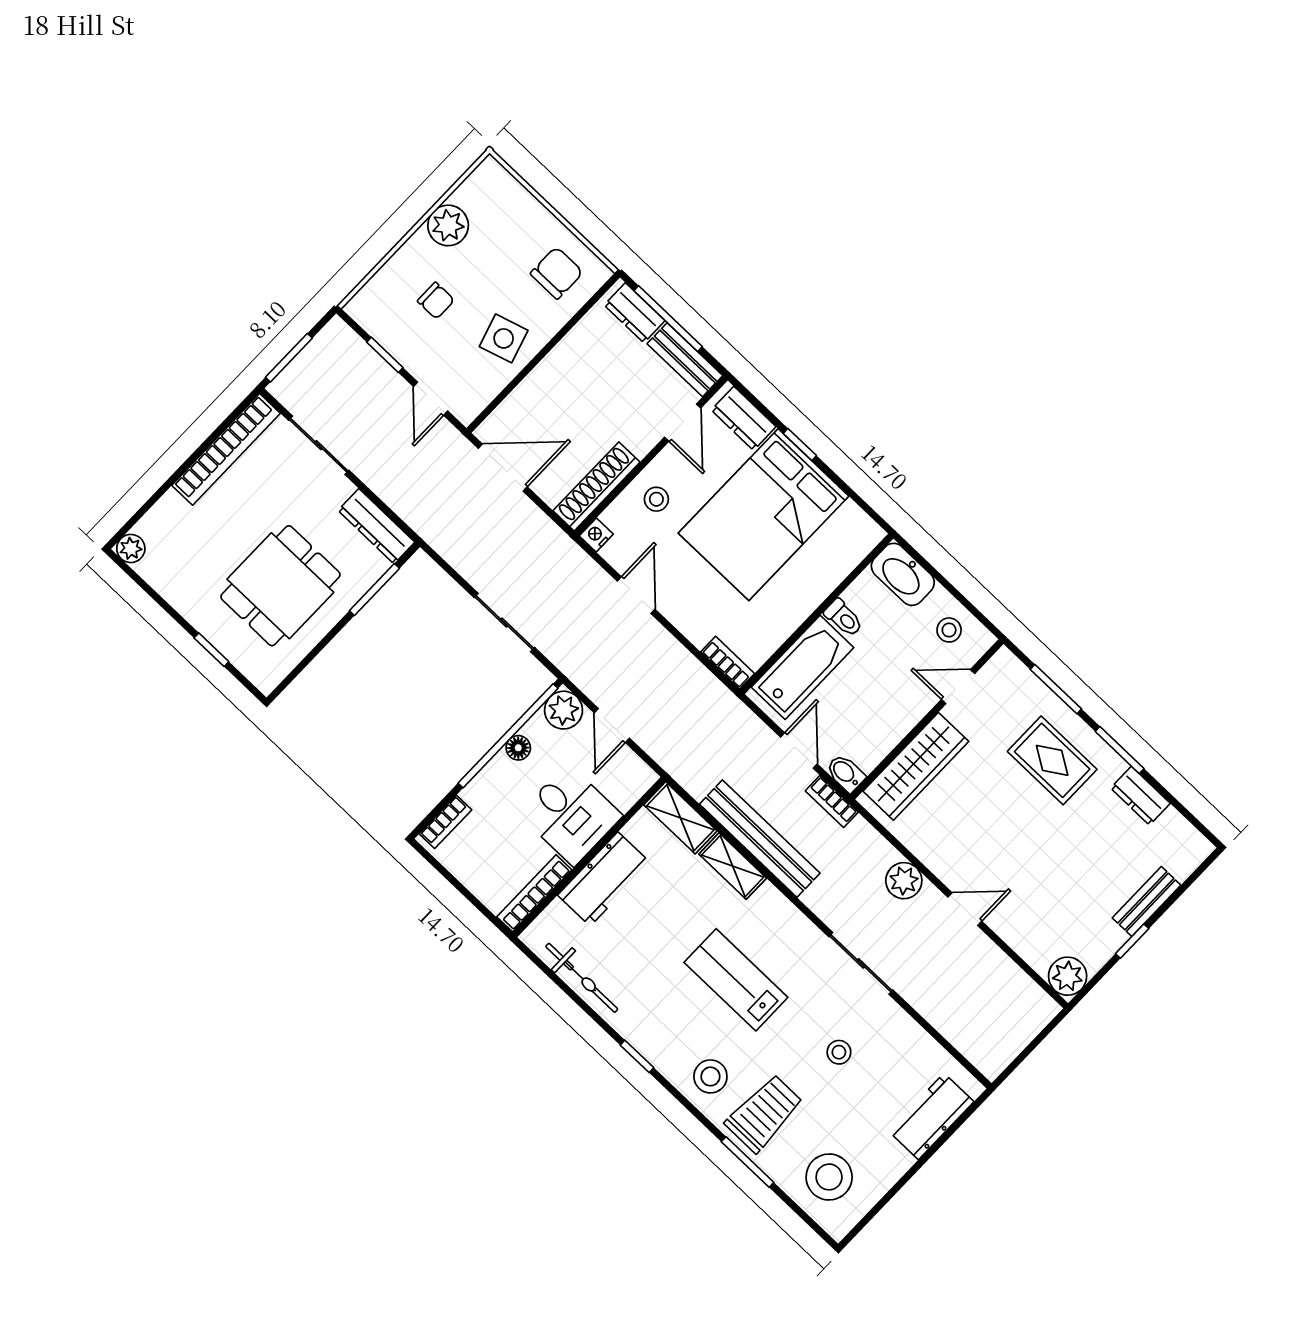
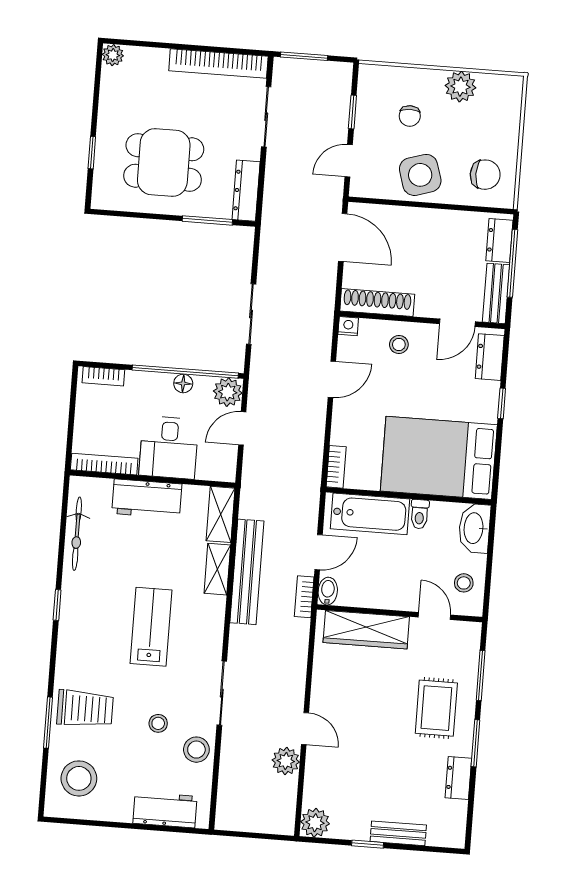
side table: (504, 338) -> (420, 175), width x1.37, depth x1.37
bed: (764, 515) -> (439, 458), moved
plant: (904, 881) -> (286, 761), moved
stool: (710, 1076) -> (196, 750), moved

